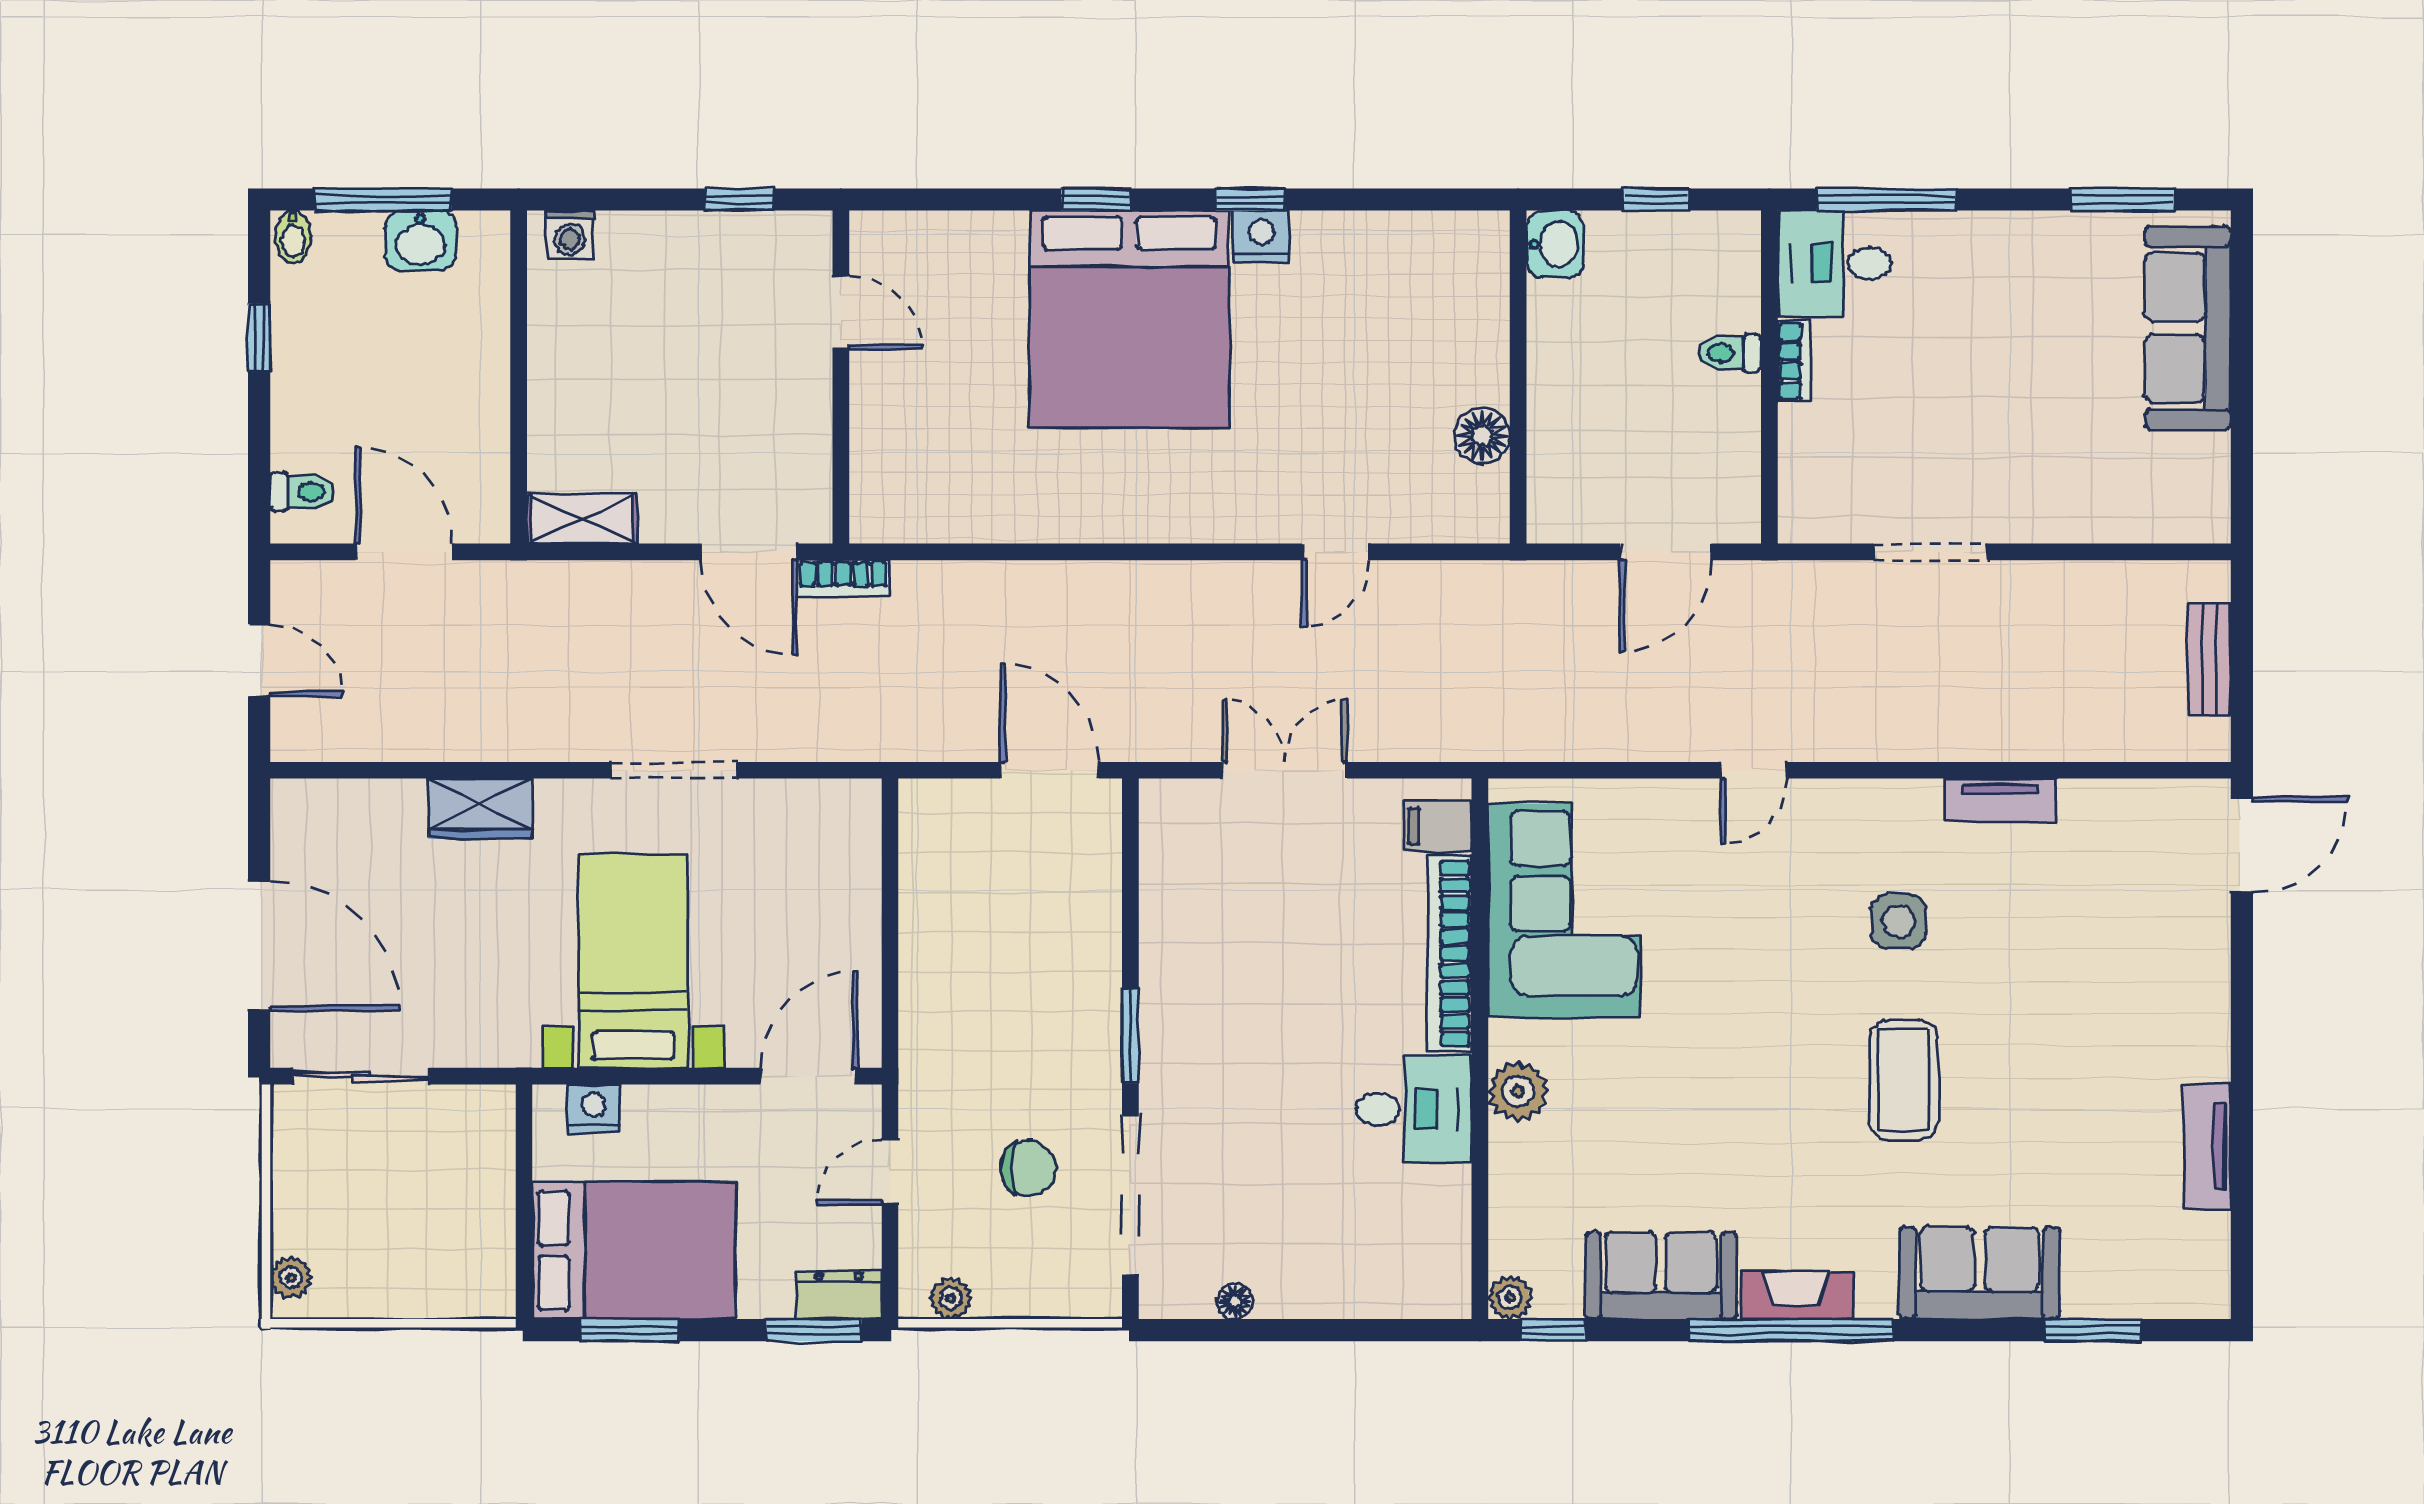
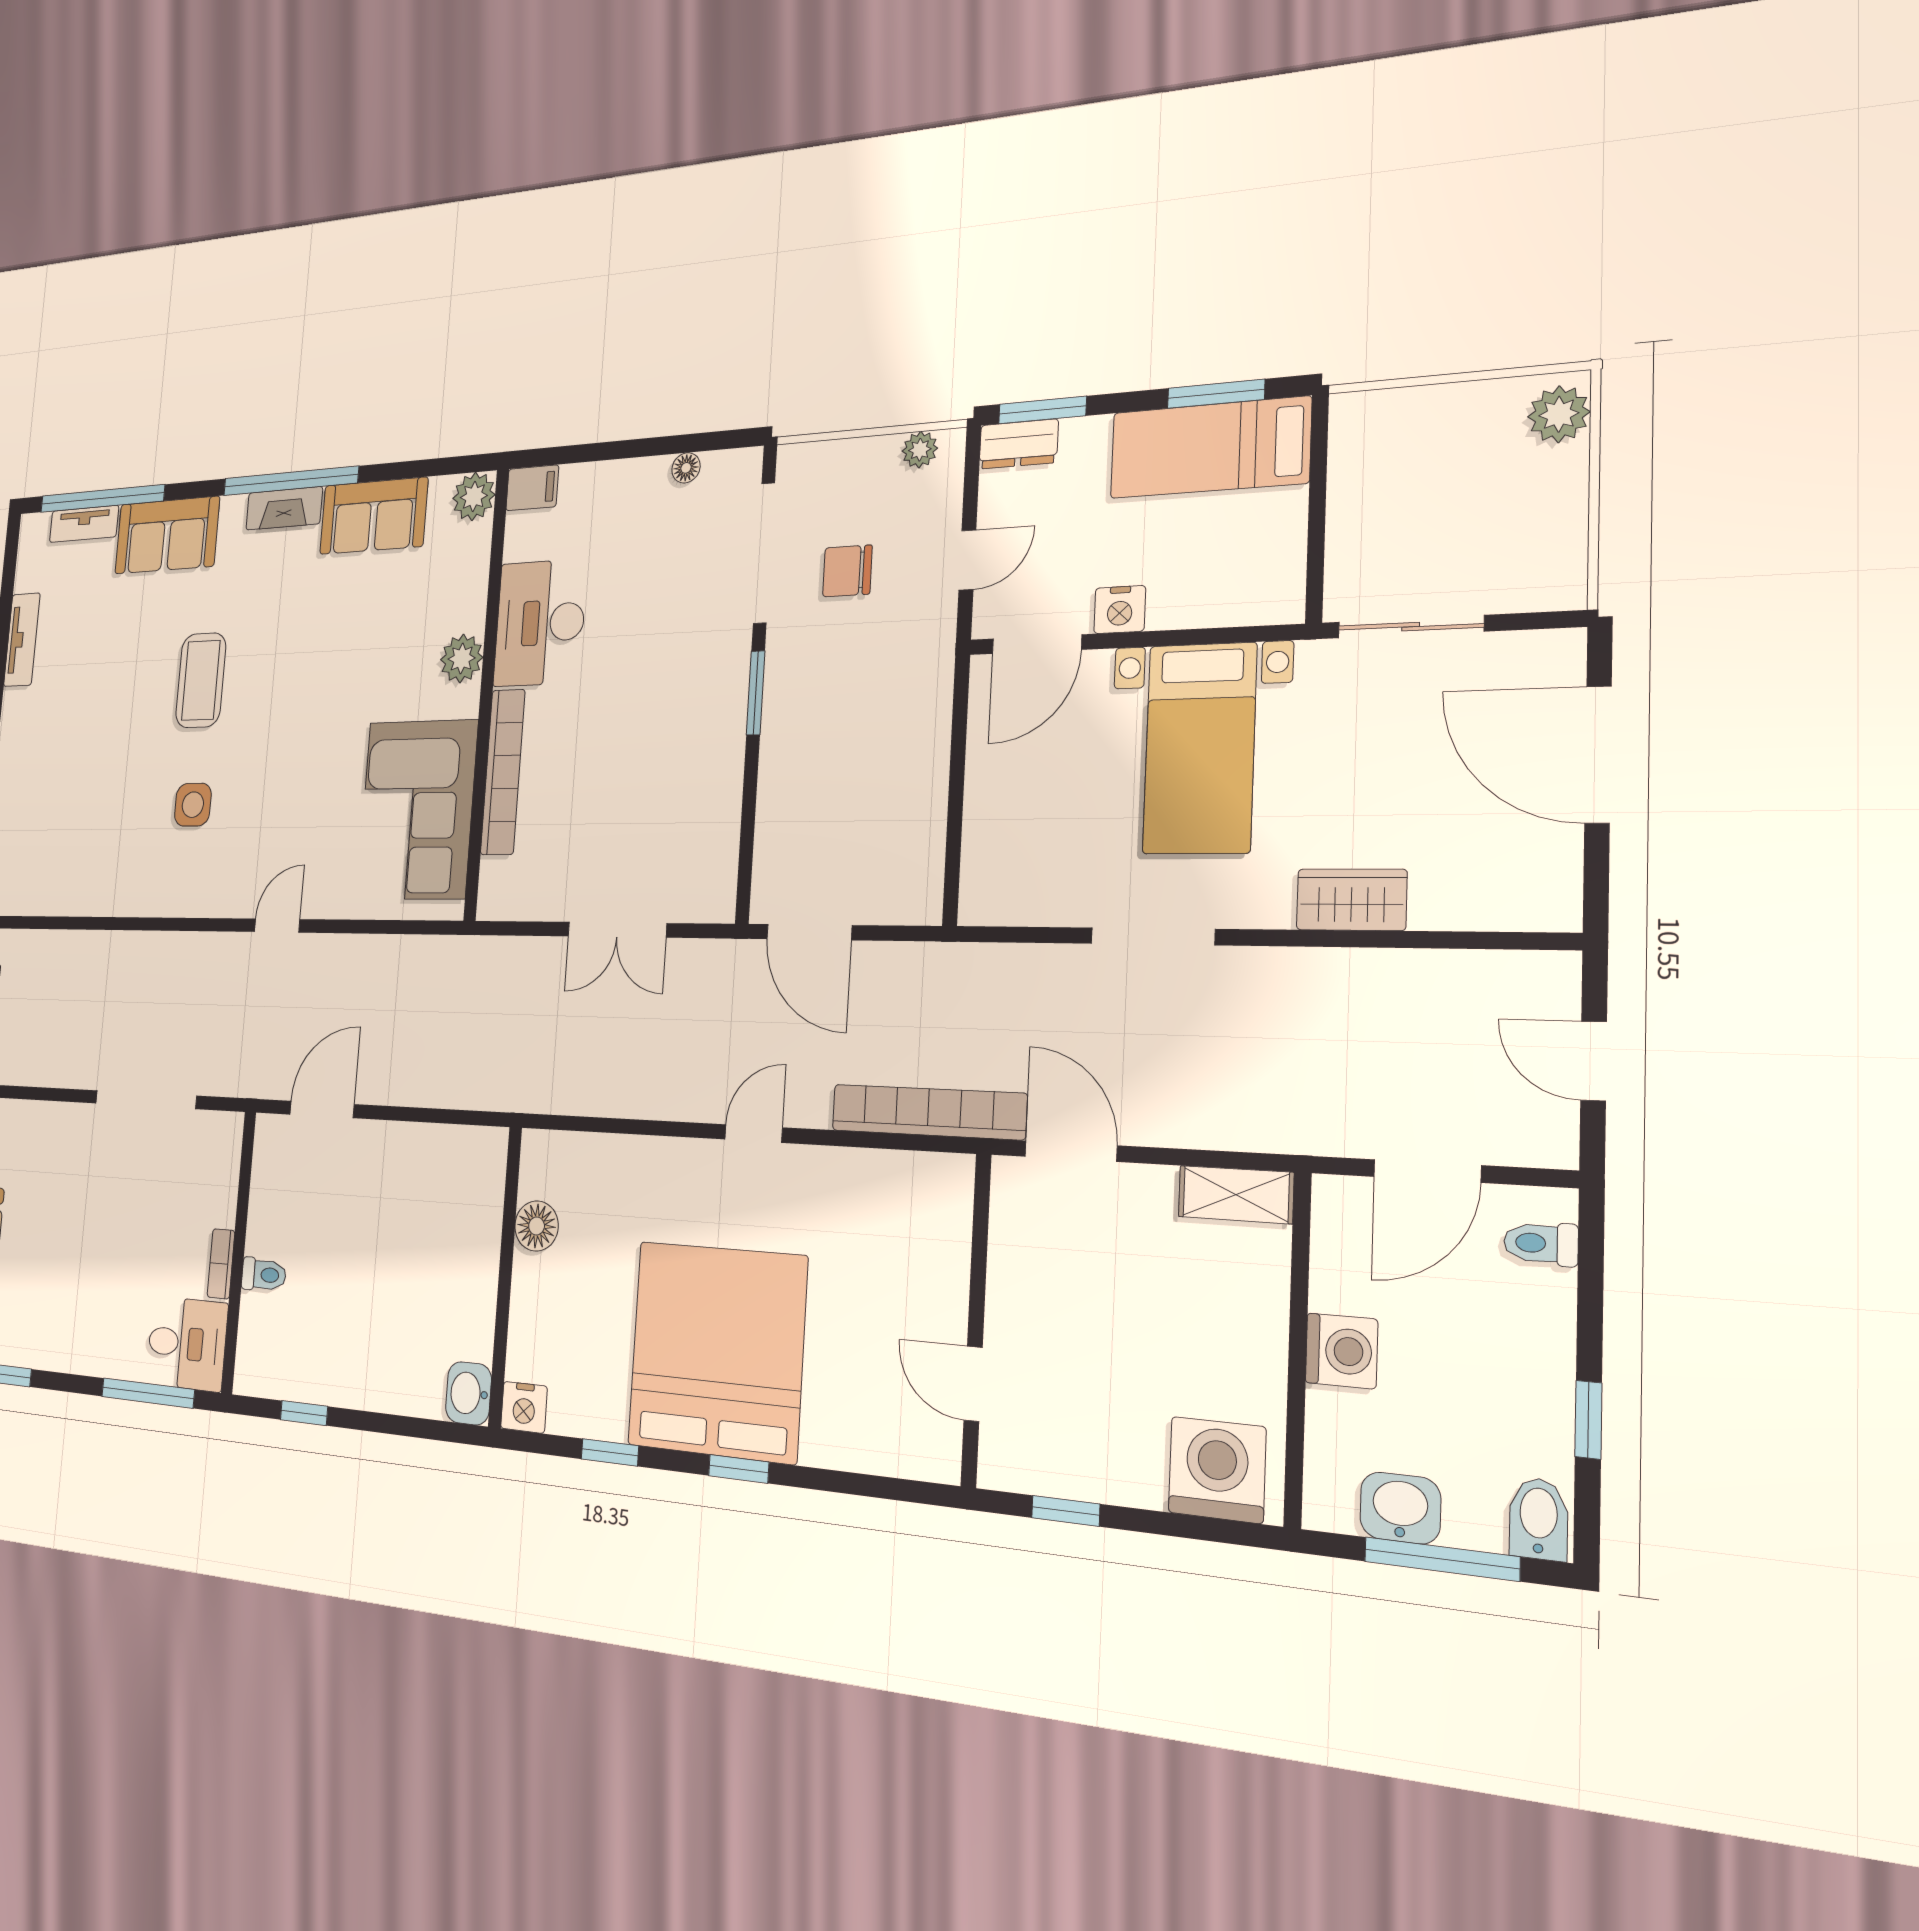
washing machine: (570, 235) -> (1217, 1470), width x1.89, depth x1.89
bidet: (293, 236) -> (1538, 1519), width x1.38, depth x1.36
nightstand: (1261, 236) -> (524, 1407), moved
washbasin: (1555, 244) -> (469, 1393), moved
wall: (1518, 377) -> (505, 1276), moved
washing machine: (478, 379) -> (1341, 1351), added
floor lamp: (1482, 436) -> (537, 1226), moved
door: (404, 552) -> (1427, 1171), hinge flipped
door: (1335, 552) -> (754, 1133), moved
doorway: (1931, 552) -> (146, 1100), width x1.36
bookcase: (843, 578) -> (928, 1112), width x2.31, depth x1.31
tv unit: (2001, 800) -> (84, 524), moved, turned 180
filing cabinet: (1438, 826) -> (532, 488), moved
sliding door: (361, 1076) -> (1411, 627), moved
nightstand: (593, 1109) -> (1120, 610), moved
desk: (1414, 1109) -> (540, 623), width x1.37
bed: (634, 1251) -> (1210, 448), width x0.67
plant: (291, 1278) -> (1559, 414), width x1.38, depth x1.38
plant: (1510, 1297) -> (474, 496), width x1.38, depth x1.38
window: (1553, 1330) -> (452, 466), removed
window: (2093, 1330) -> (102, 498), width x2.11

